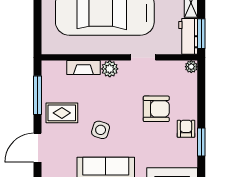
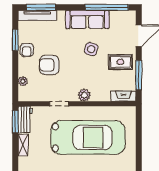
plant: (191, 67) -> (23, 81), moved
fireplace: (83, 68) -> (123, 96), moved

